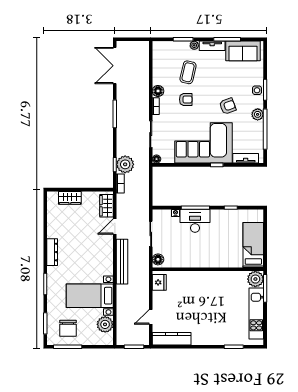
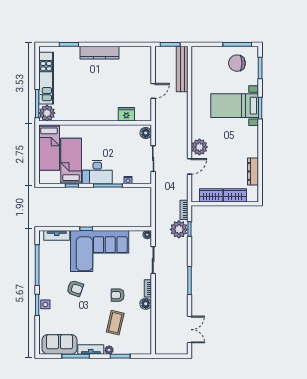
double door: (115, 66) -> (190, 330), width x0.73
armchair: (228, 106) -> (75, 288), turned -141
plant: (258, 114) -> (45, 280), removed
wardrobe: (106, 206) -> (211, 195), moved, turned -90
desk: (195, 221) -> (97, 172), moved
bed: (232, 232) -> (71, 161), added
dresser: (52, 252) -> (253, 171), moved
bench: (122, 262) -> (182, 69), moved
fridge: (159, 282) -> (126, 114), moved, turned 90
bed with nightstands: (90, 296) -> (235, 106), moved, turned 180
door: (151, 317) -> (153, 91), moved
plant: (105, 324) -> (199, 147), moved
chair: (68, 328) -> (237, 63), turned -90
kitchen counter: (172, 339) -> (99, 53), moved

